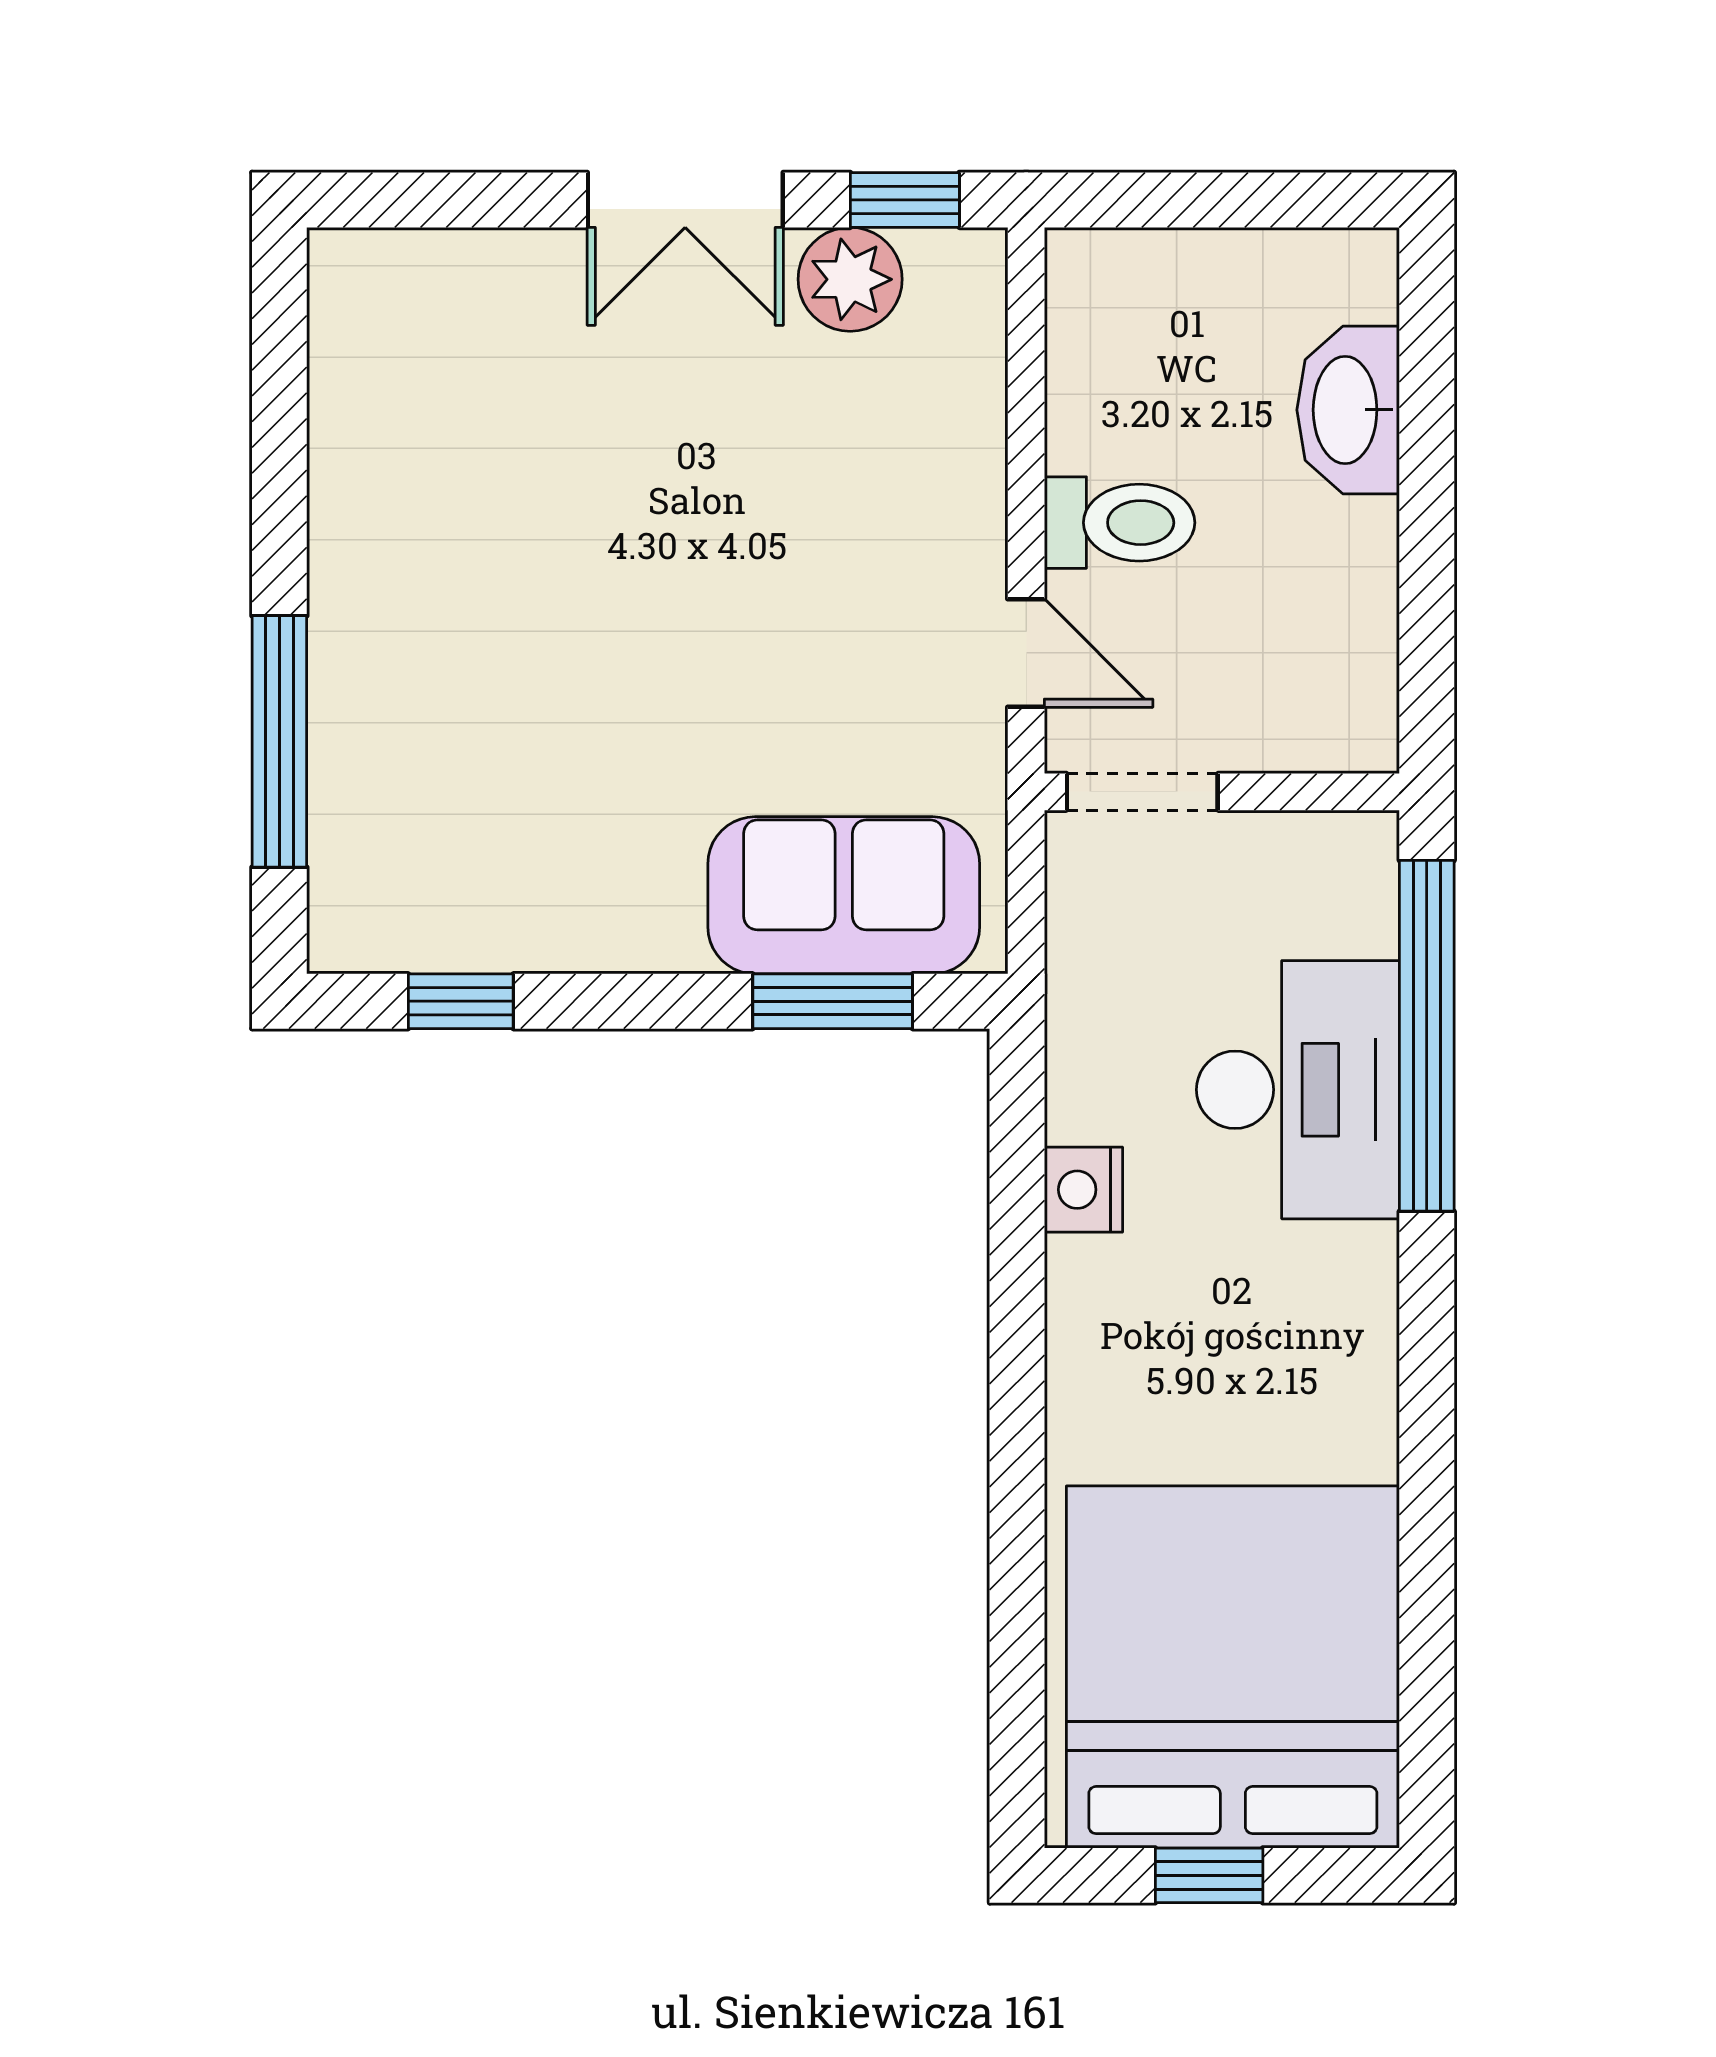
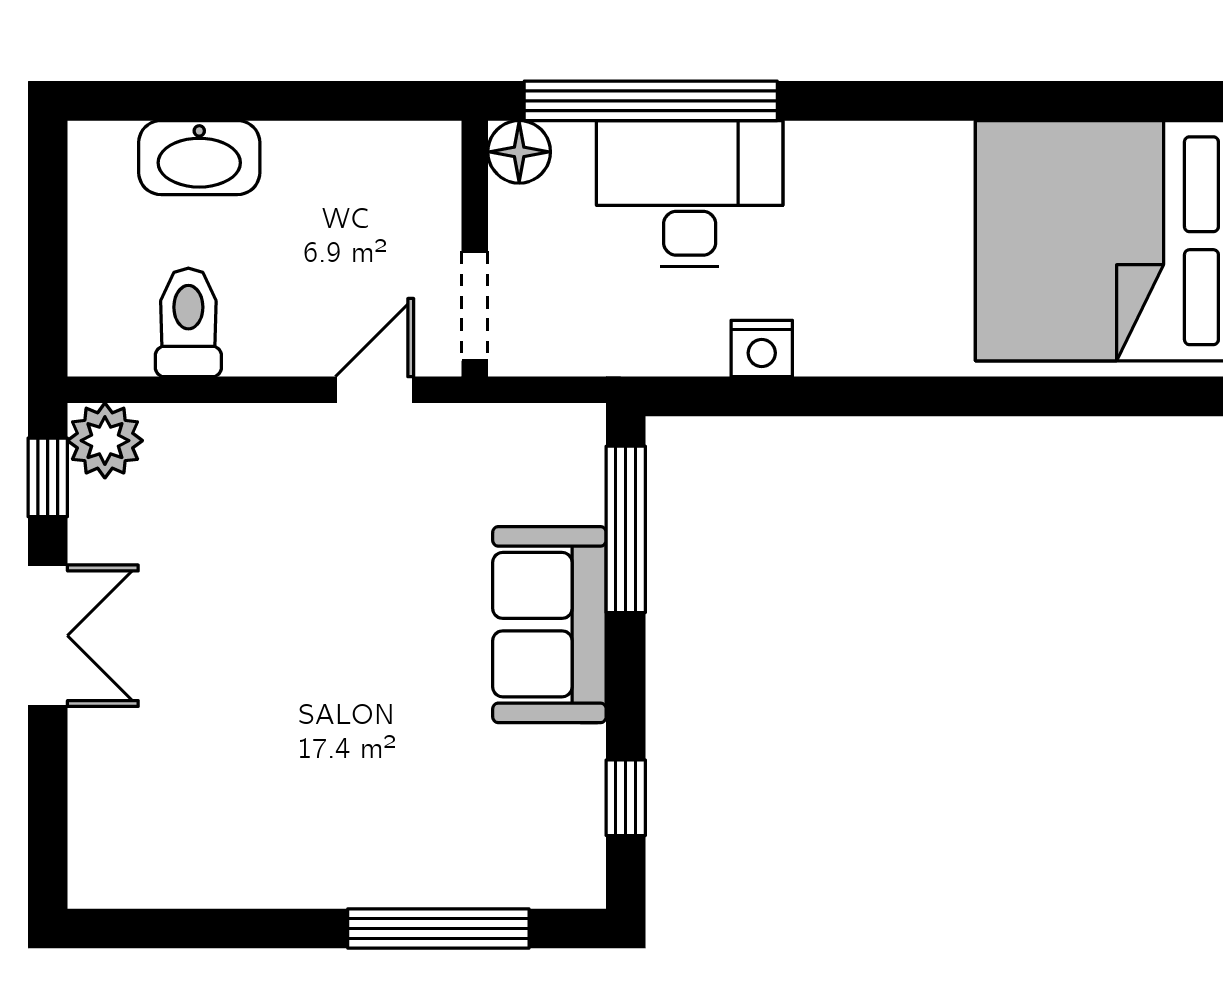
plant: (850, 279) -> (105, 441), moved
toilet: (1120, 523) -> (188, 322), moved
floor lamp: (1356, 853) -> (519, 152), added
sofa: (844, 895) -> (549, 625), moved
window: (833, 1001) -> (626, 529), width x1.44

